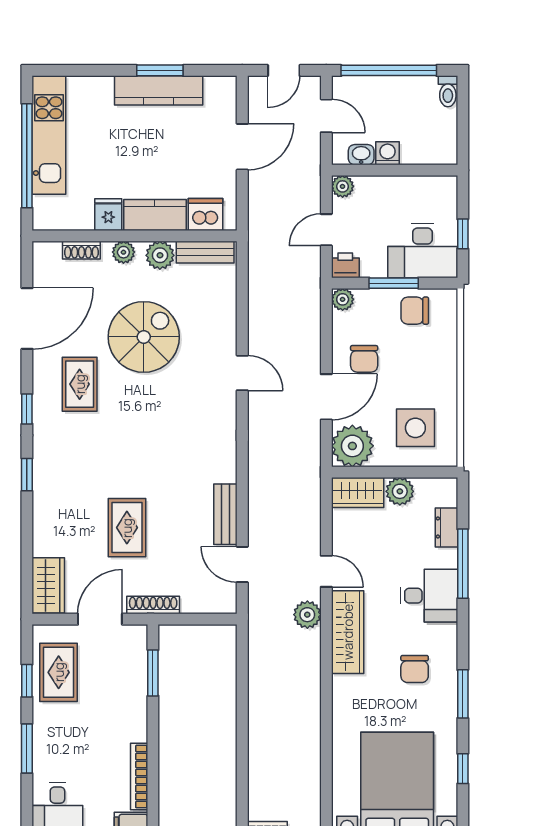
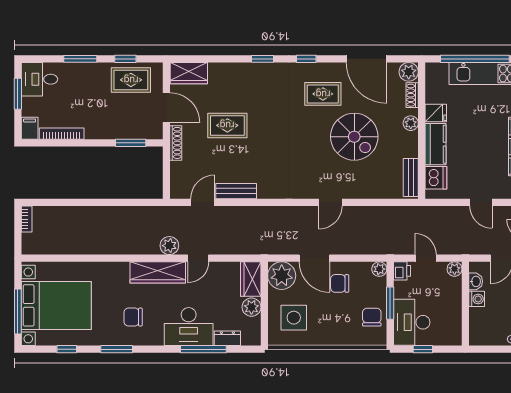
door: (242, 147) -> (481, 202), width x0.73
plant: (160, 255) -> (409, 72), moved
desk: (429, 596) -> (189, 327), width x1.37

